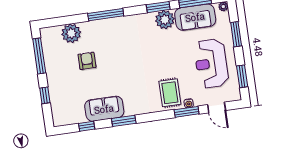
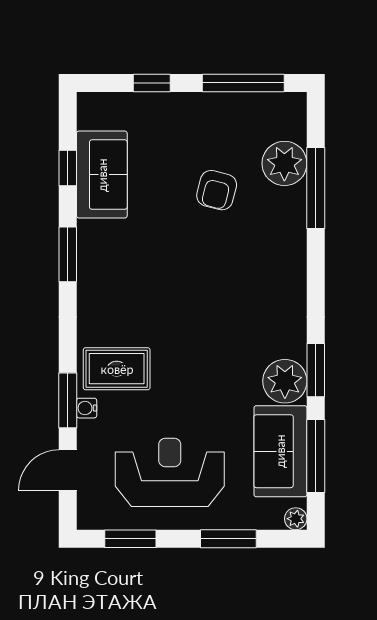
window: (106, 15) -> (316, 188), moved
armchair: (87, 61) -> (217, 190), turned 104
sofa: (104, 109) -> (102, 175), moved

